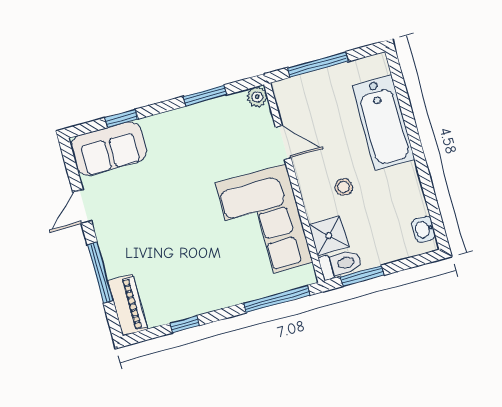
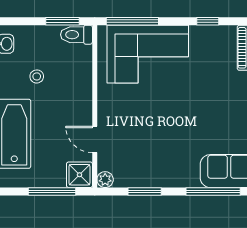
window: (121, 118) -> (213, 192), width x2.17
stool: (344, 187) -> (37, 76), moved
corner sofa: (264, 223) -> (148, 54), moved, turned 90
shower: (329, 236) -> (79, 175), moved

